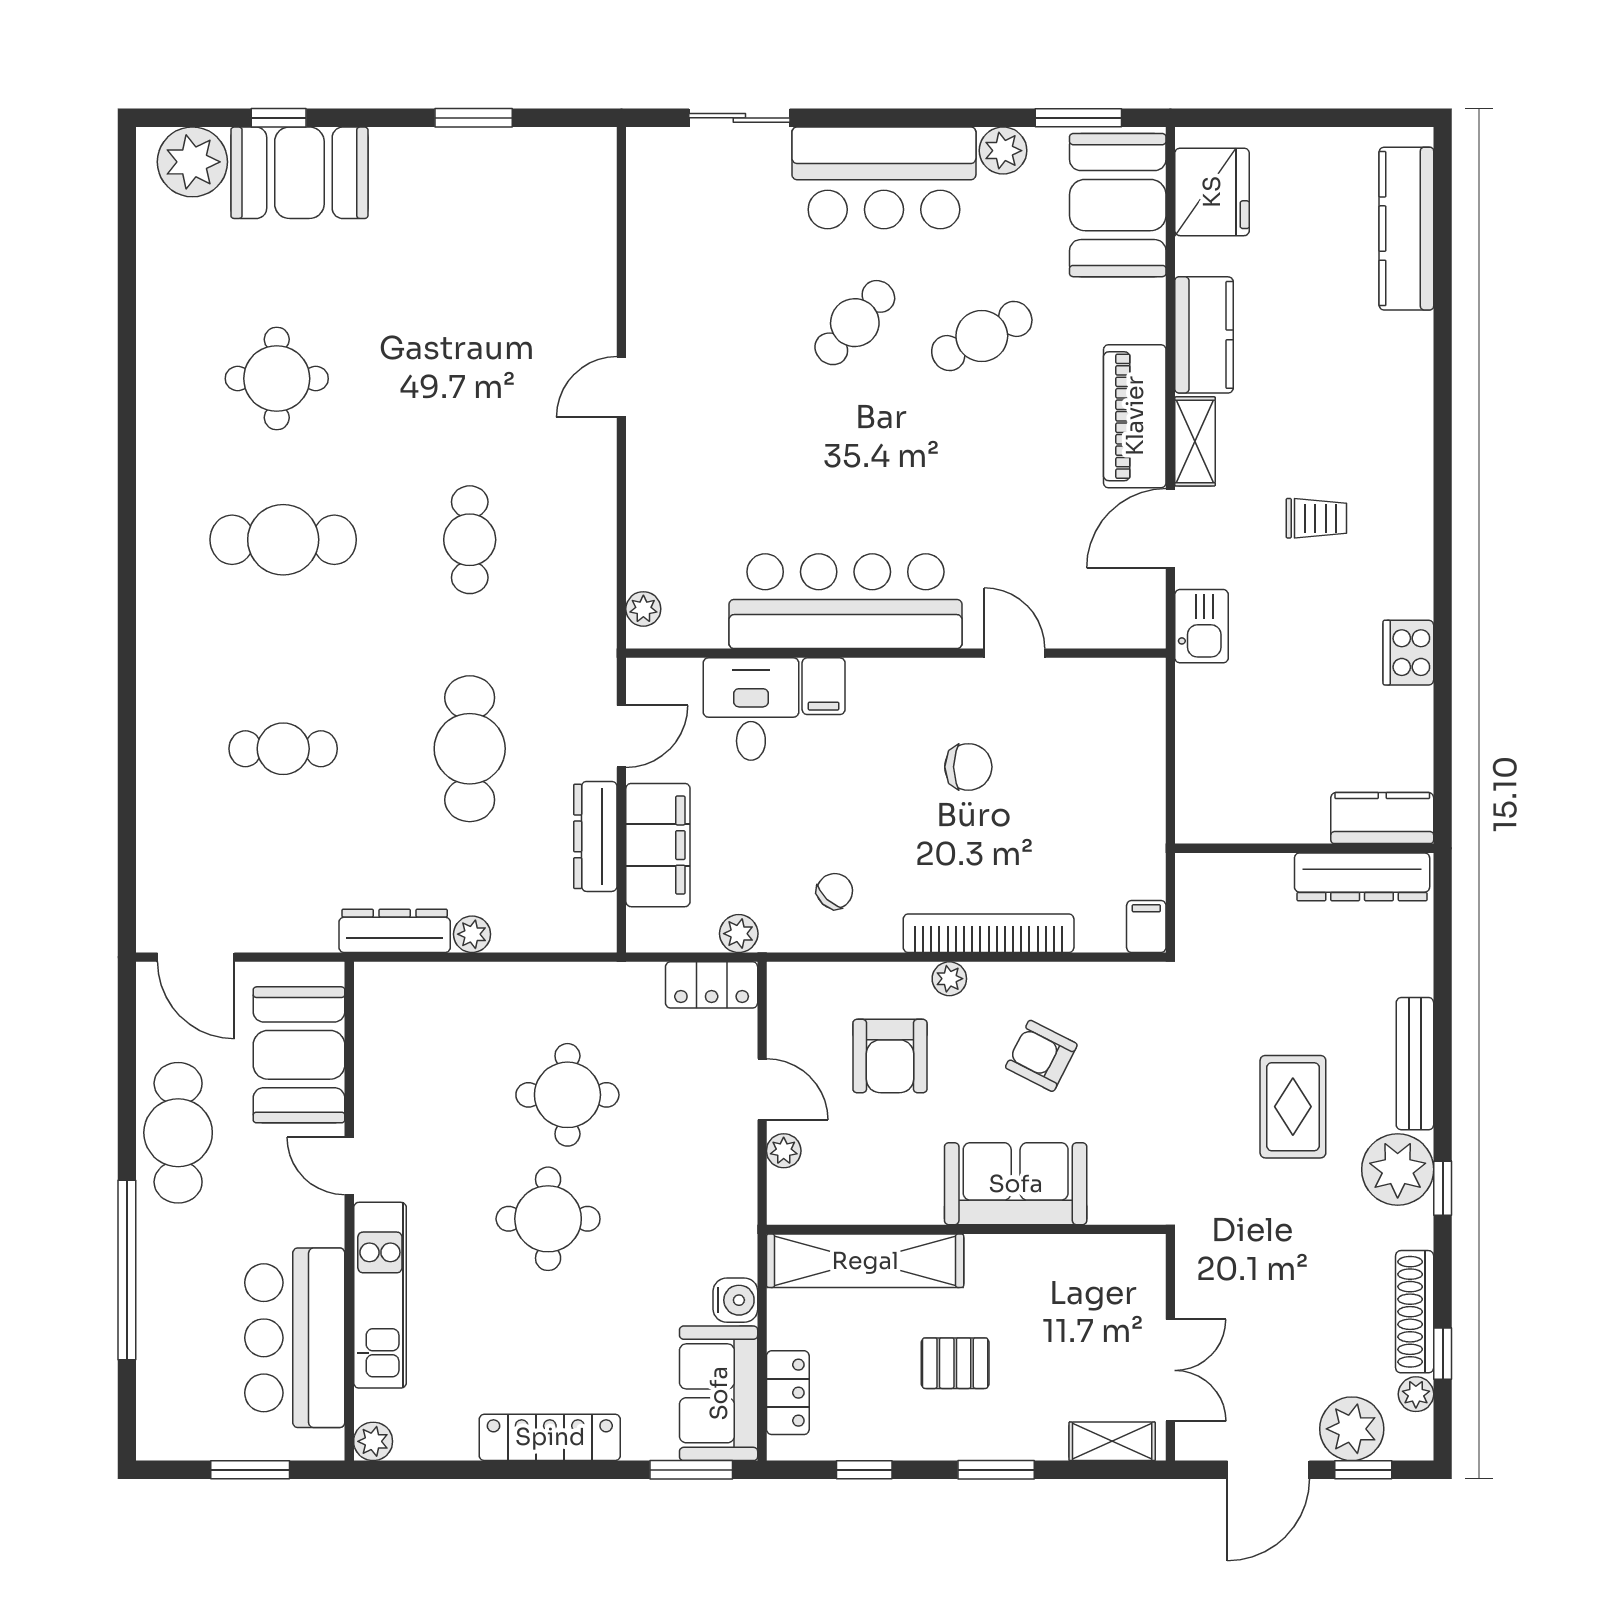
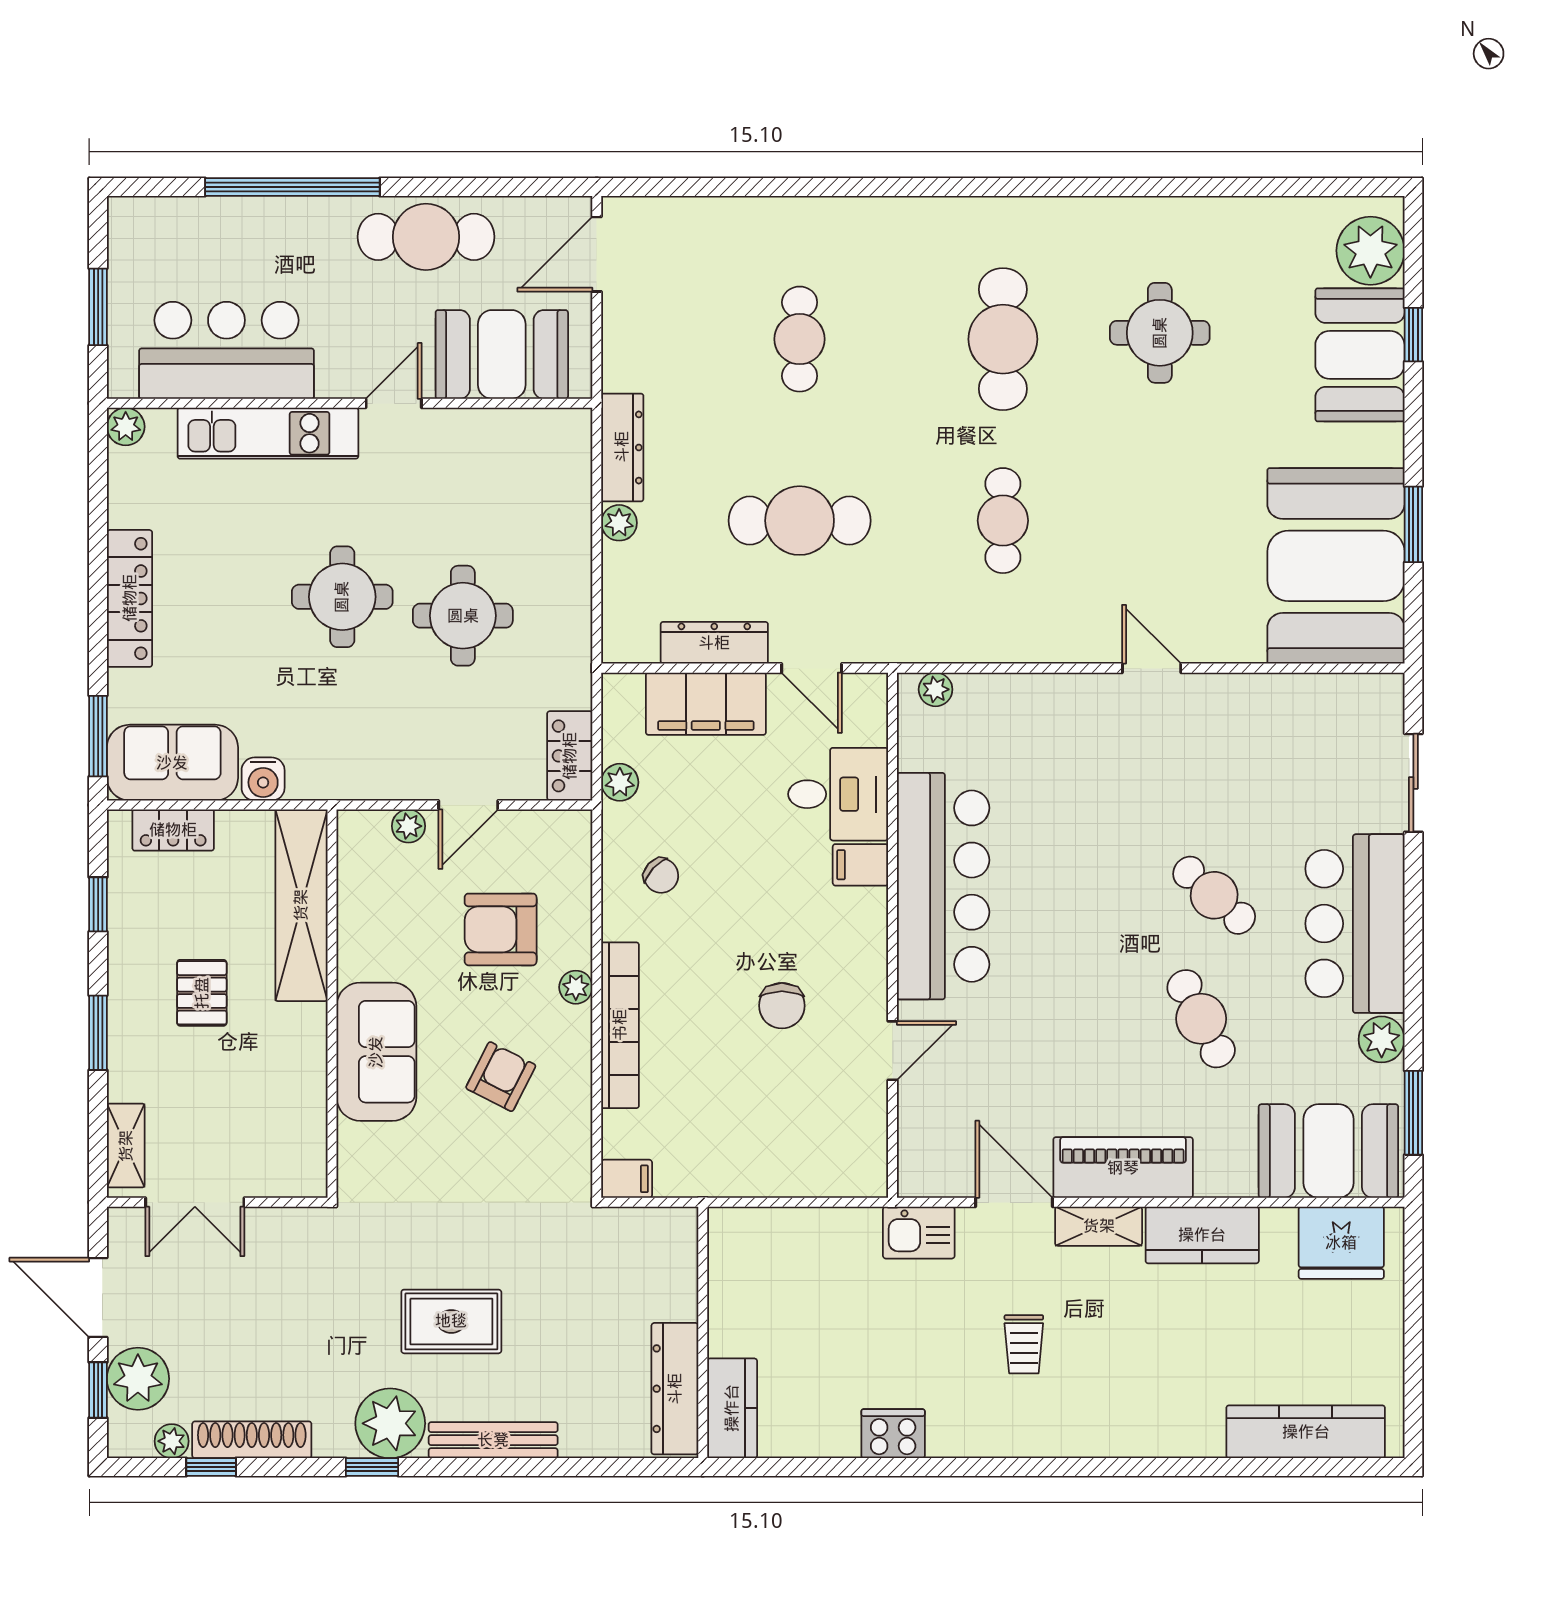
booth: (516, 197) -> (1336, 566), added
cafe table: (470, 540) -> (1003, 521), turned 90

